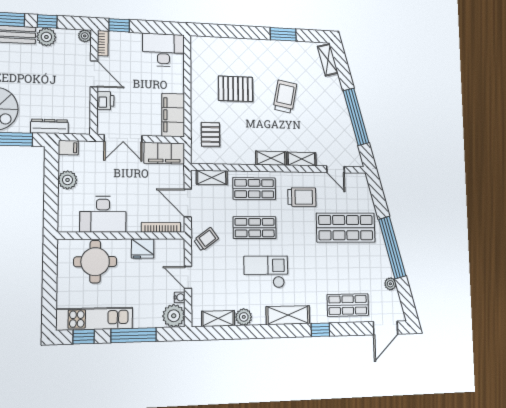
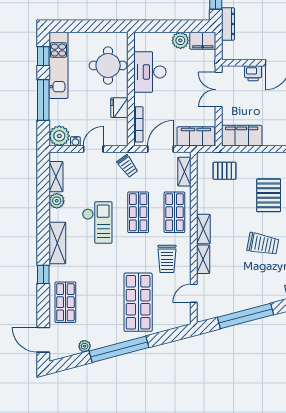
filing cabinet: (68, 148) -> (203, 41), width x2.00
filing cabinet: (164, 153) -> (196, 136), moved, turned 90

